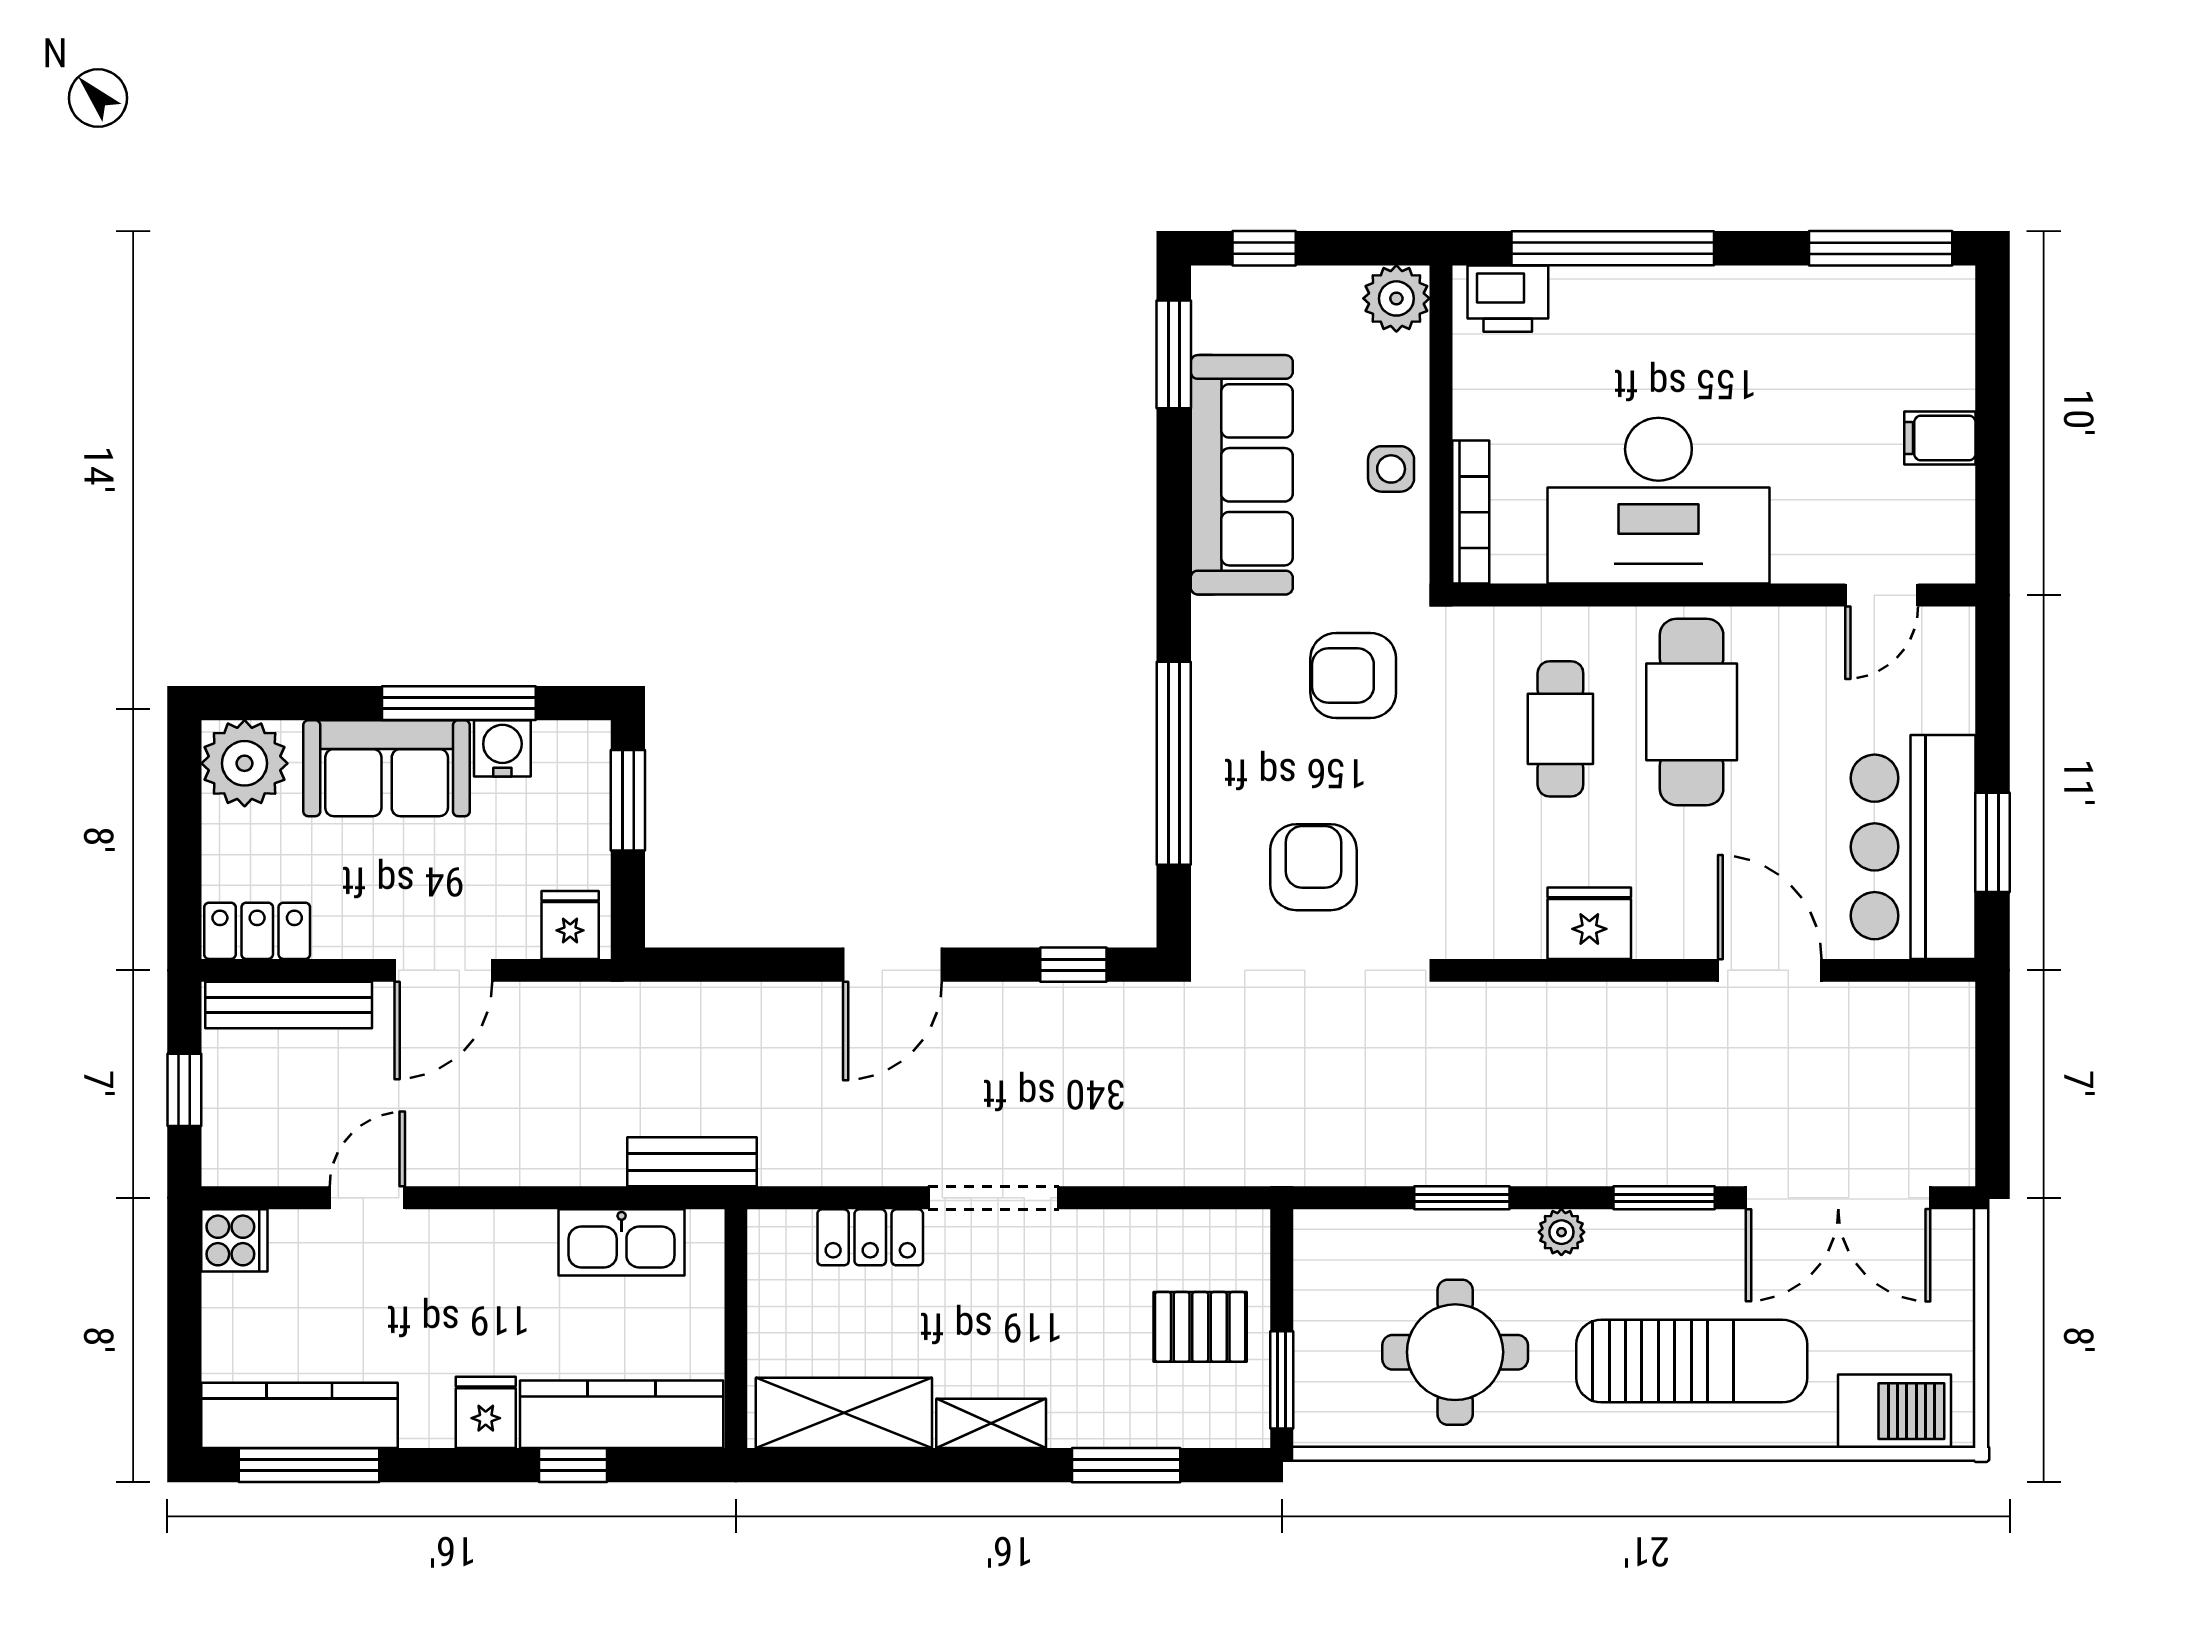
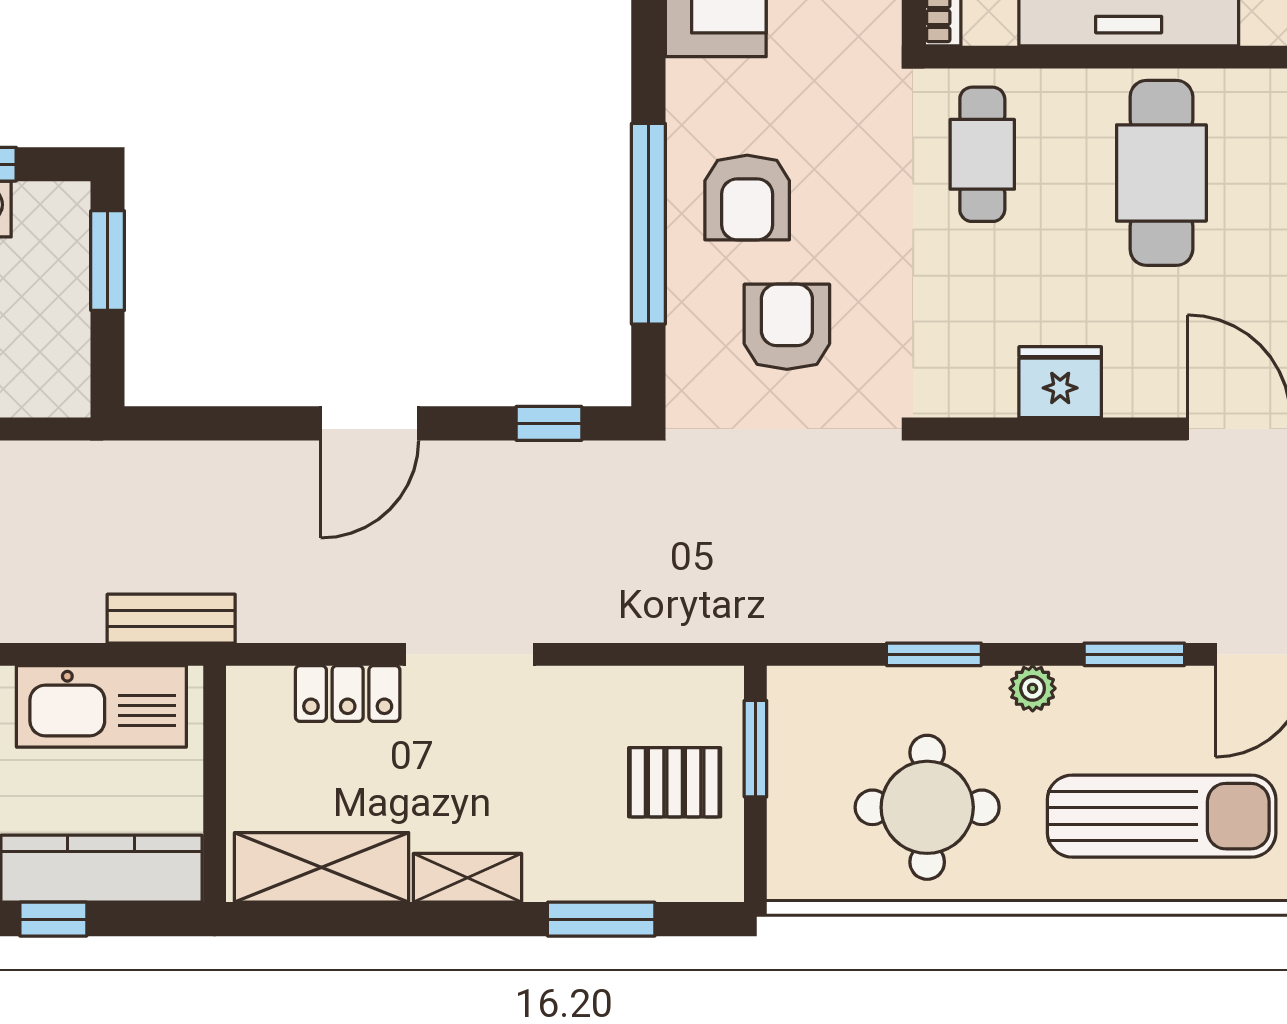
armchair: (1353, 676) -> (747, 198), moved, turned -90
cafe table: (1560, 729) -> (982, 154), moved
fridge: (570, 925) -> (50, 384), removed
kitchen sink: (622, 1242) -> (101, 706), width x1.36, depth x1.24
window: (1282, 1380) -> (755, 749), moved

